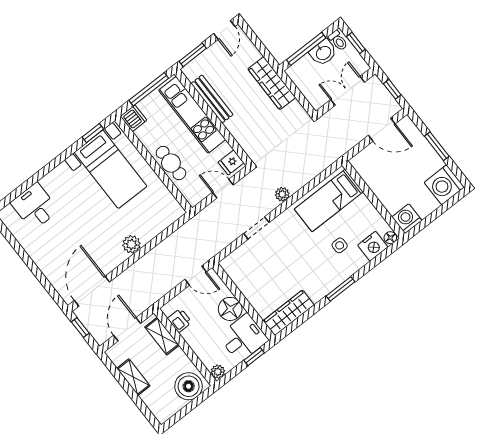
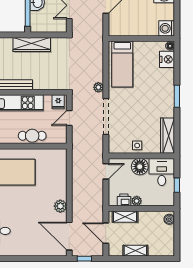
doorway: (256, 228) -> (106, 116), width x1.87
plant: (131, 244) -> (60, 206), moved
side table: (340, 245) -> (137, 145), moved
window: (254, 357) -> (177, 185), moved
plant: (218, 372) -> (137, 201), moved
boiler: (189, 386) -> (169, 219), width x0.54, depth x0.54

